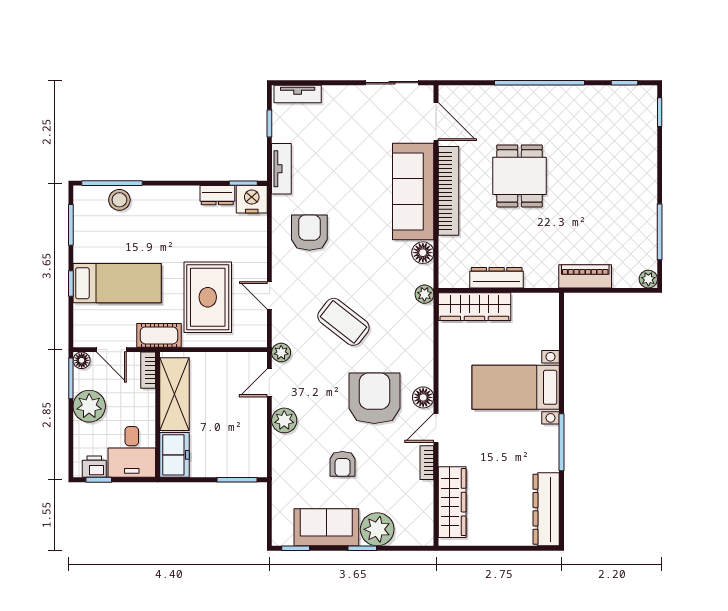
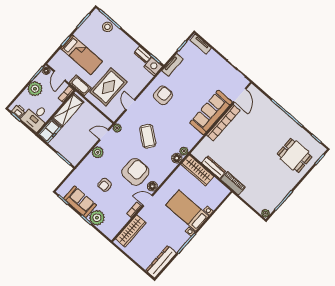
dining table: (520, 176) -> (295, 155), moved, turned 90
floor lamp: (423, 253) -> (177, 158), moved
piano: (585, 276) -> (233, 183), moved

